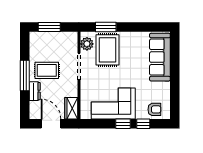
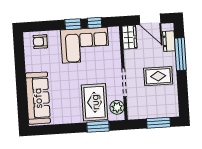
window: (25, 76) -> (180, 54), moved
dresser: (35, 91) -> (169, 41), moved
window: (143, 124) -> (95, 23), moved

